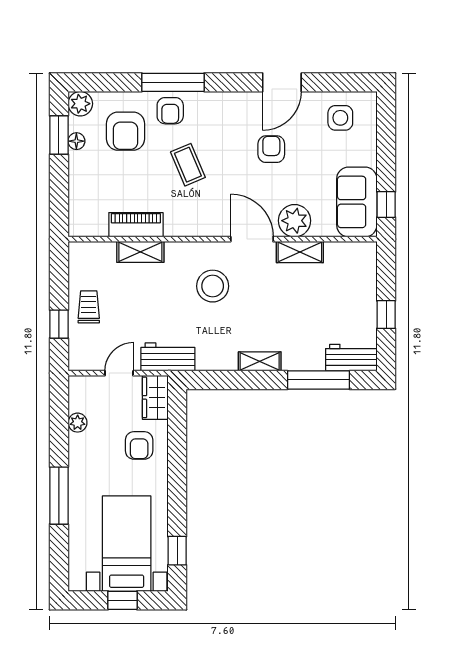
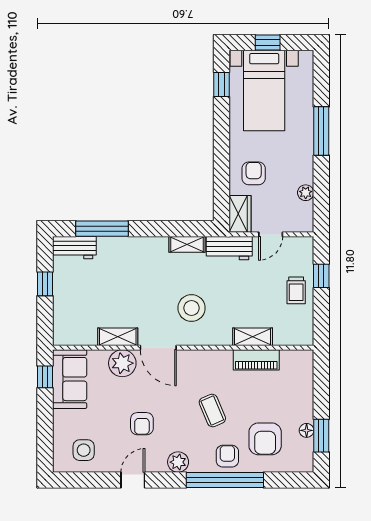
window: (173, 82) -> (225, 480), width x1.46
door: (282, 82) -> (133, 480), width x0.73
plant: (80, 104) -> (178, 462), moved
armchair: (125, 131) -> (265, 439), turned 180
shelving: (260, 361) -> (187, 244), moved

